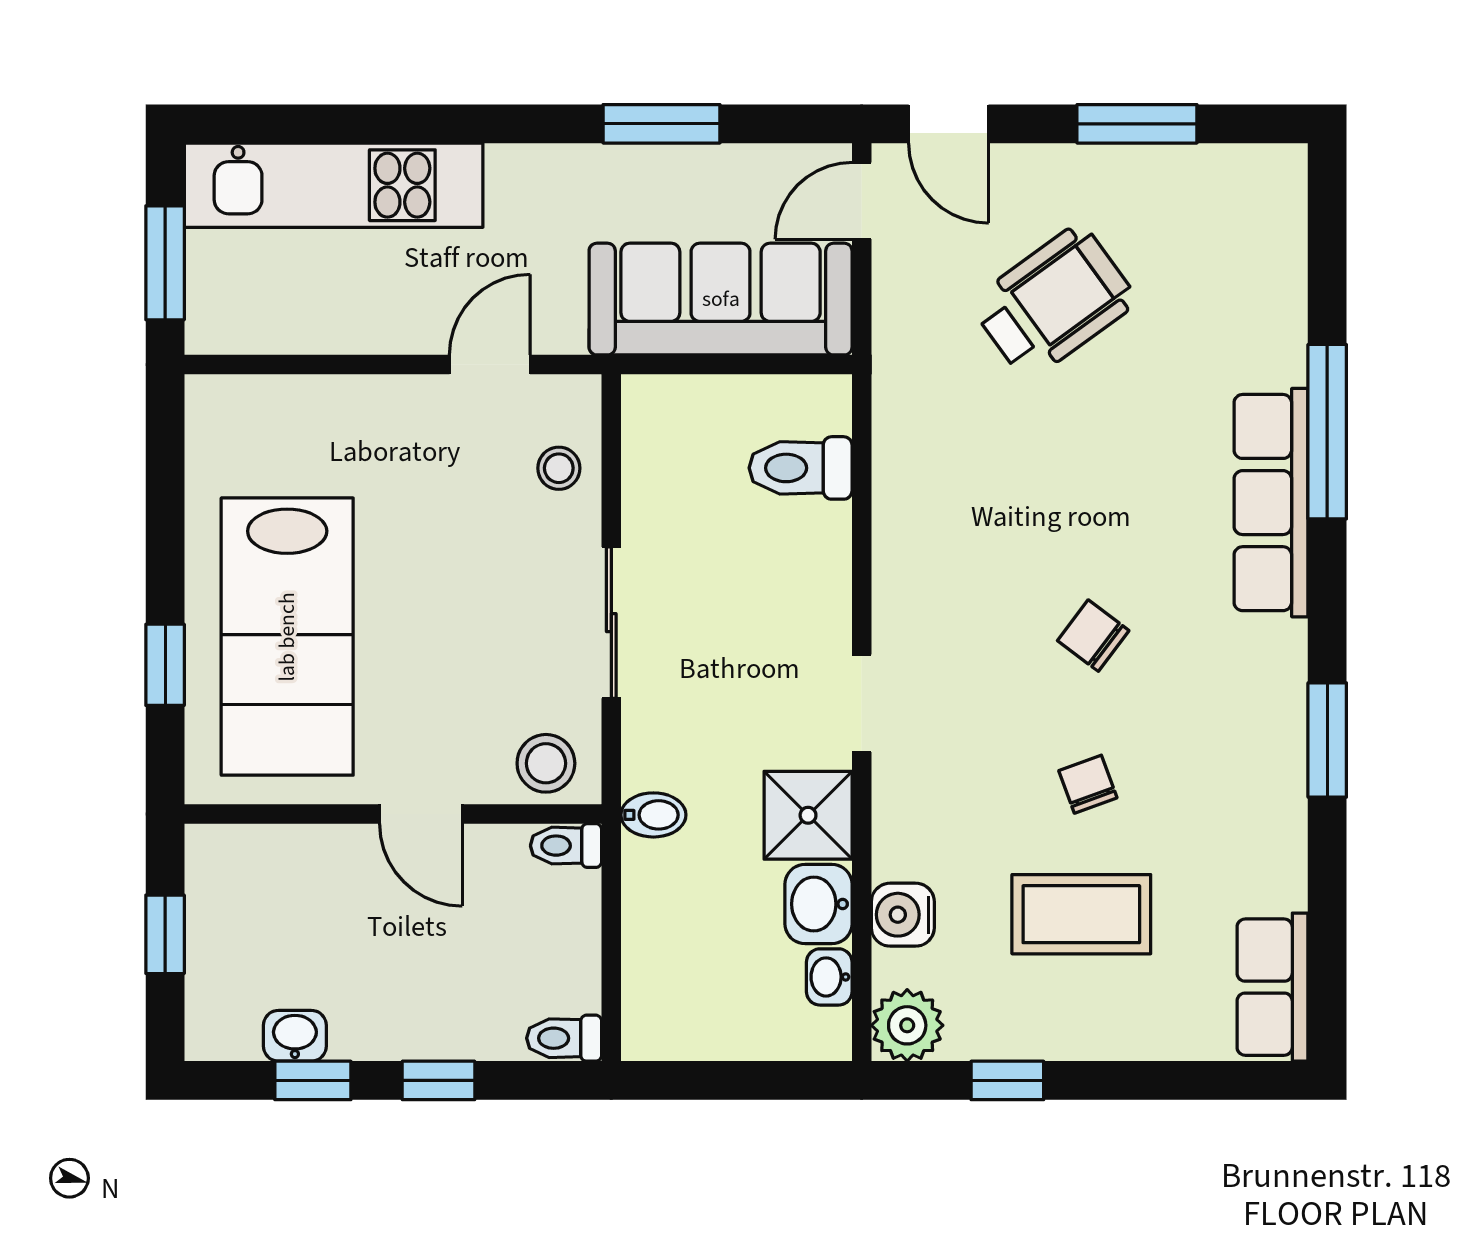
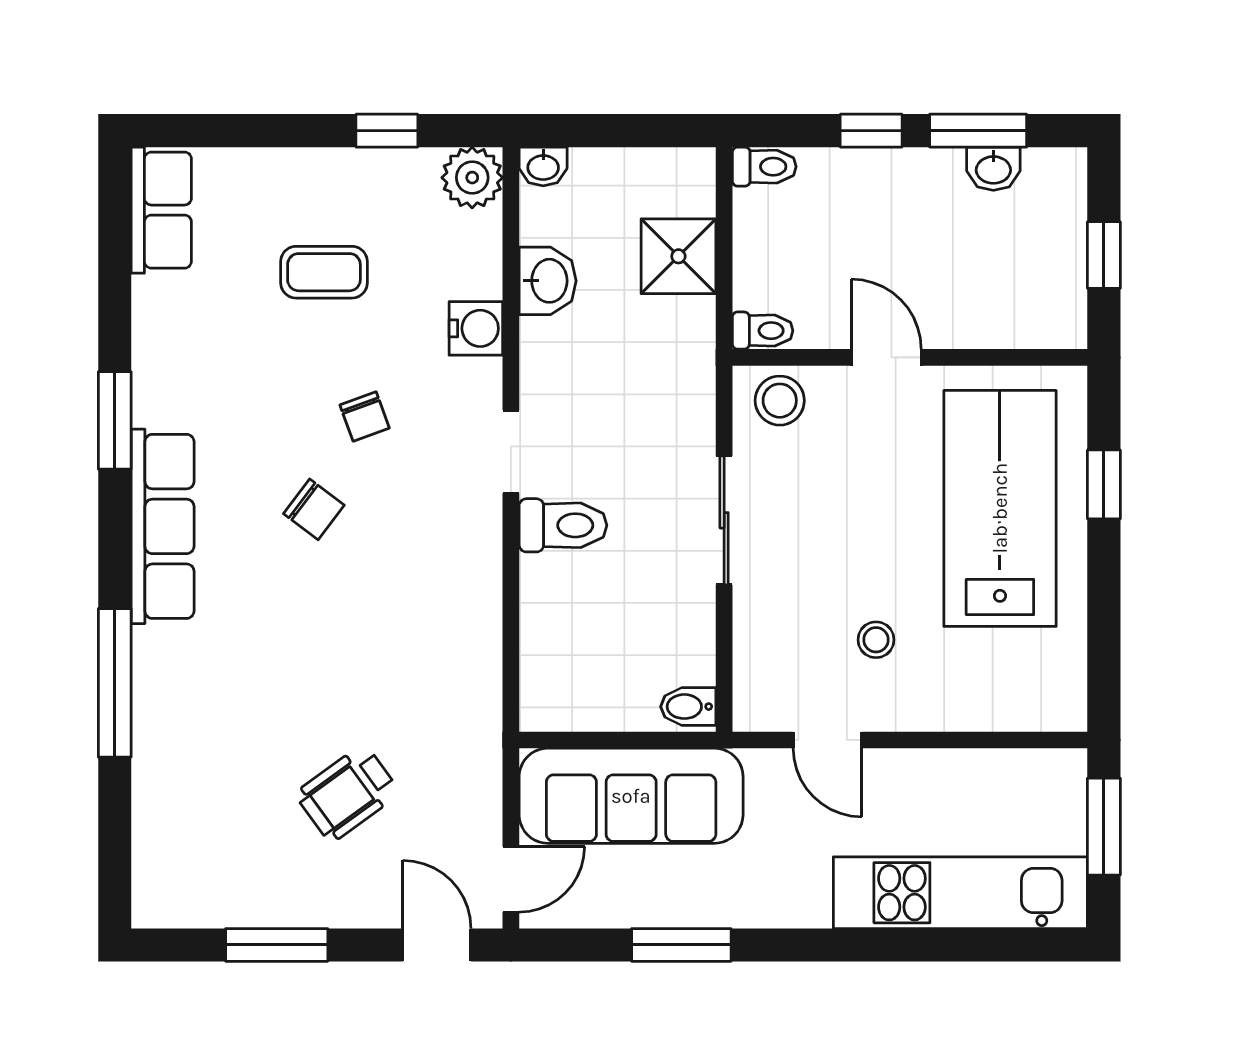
wheelchair: (1054, 302) -> (348, 793), width x0.73, depth x0.73
door: (490, 365) -> (828, 740), hinge flipped
stool: (559, 468) -> (876, 640), moved
toilet: (801, 468) -> (563, 525), moved
row of seats: (1271, 503) -> (163, 526), moved
chair: (1088, 784) -> (365, 417), moved
bidet: (653, 815) -> (688, 707), moved
shower: (808, 815) -> (678, 256), moved
coffee table: (1081, 914) -> (324, 272), width x0.73, depth x0.77
water cooler: (903, 915) -> (476, 328), moved
washbasin: (829, 977) -> (543, 166), moved, turned 90
window: (313, 1080) -> (978, 131), width x1.50

